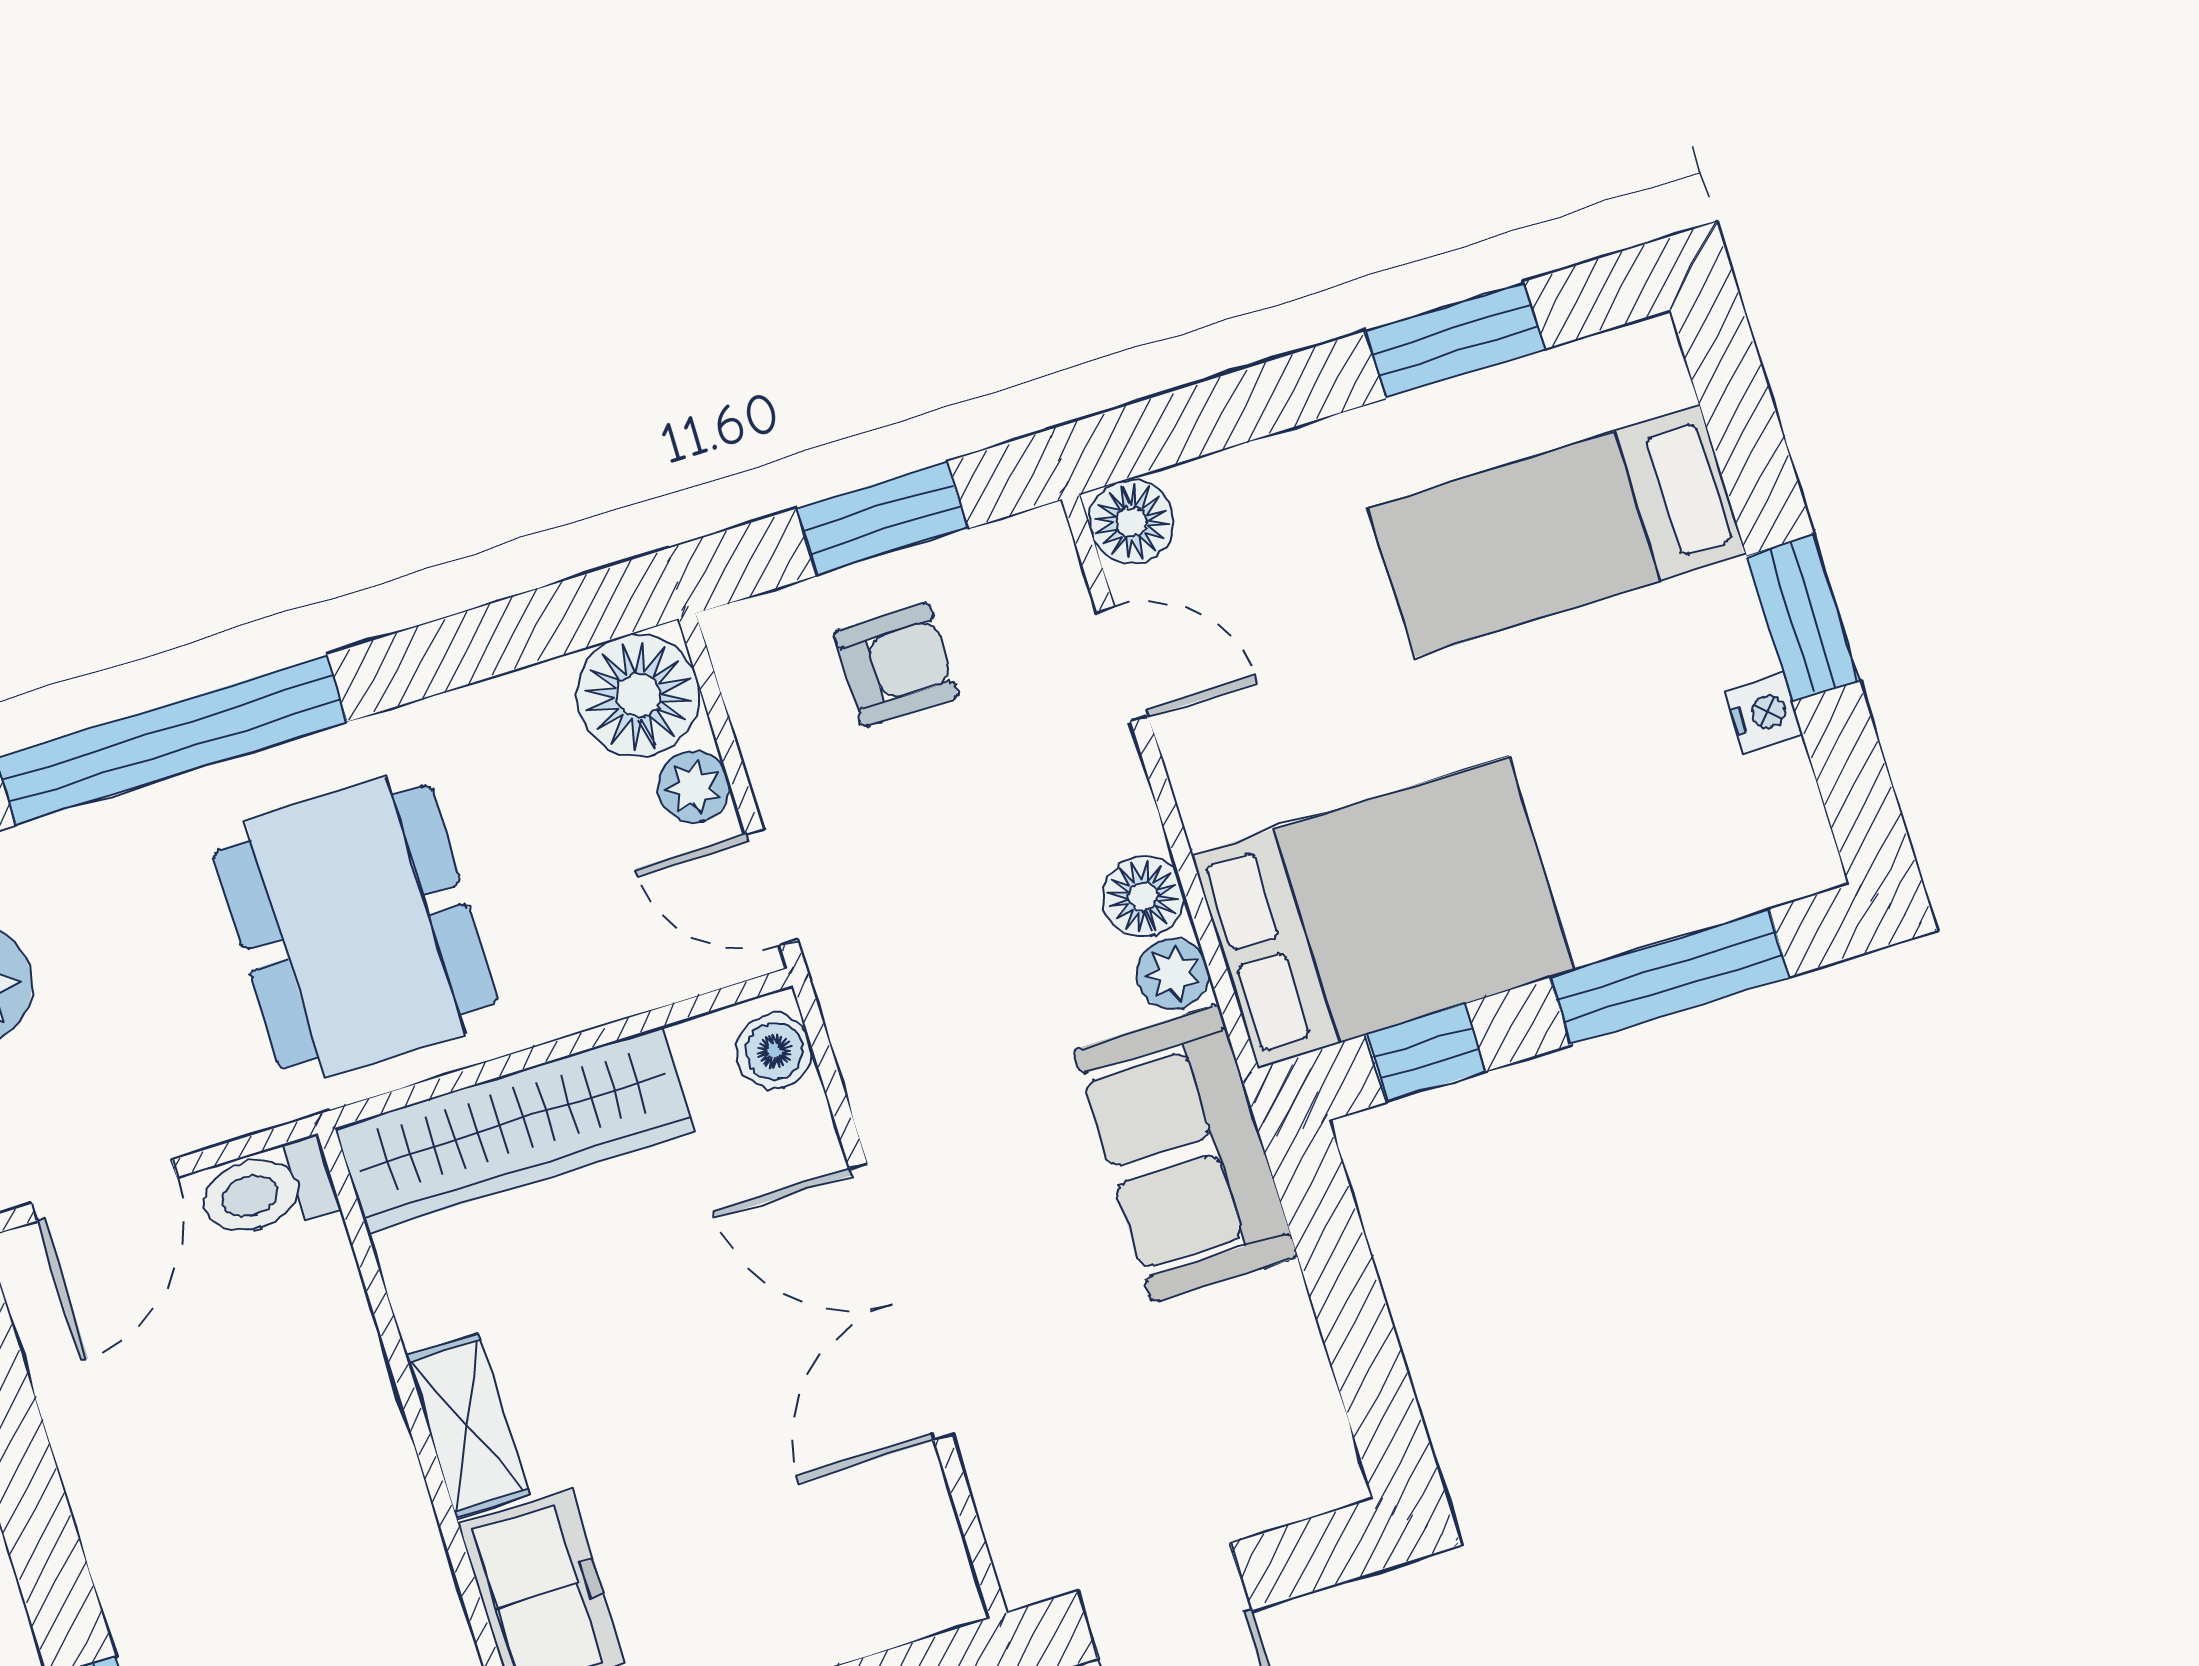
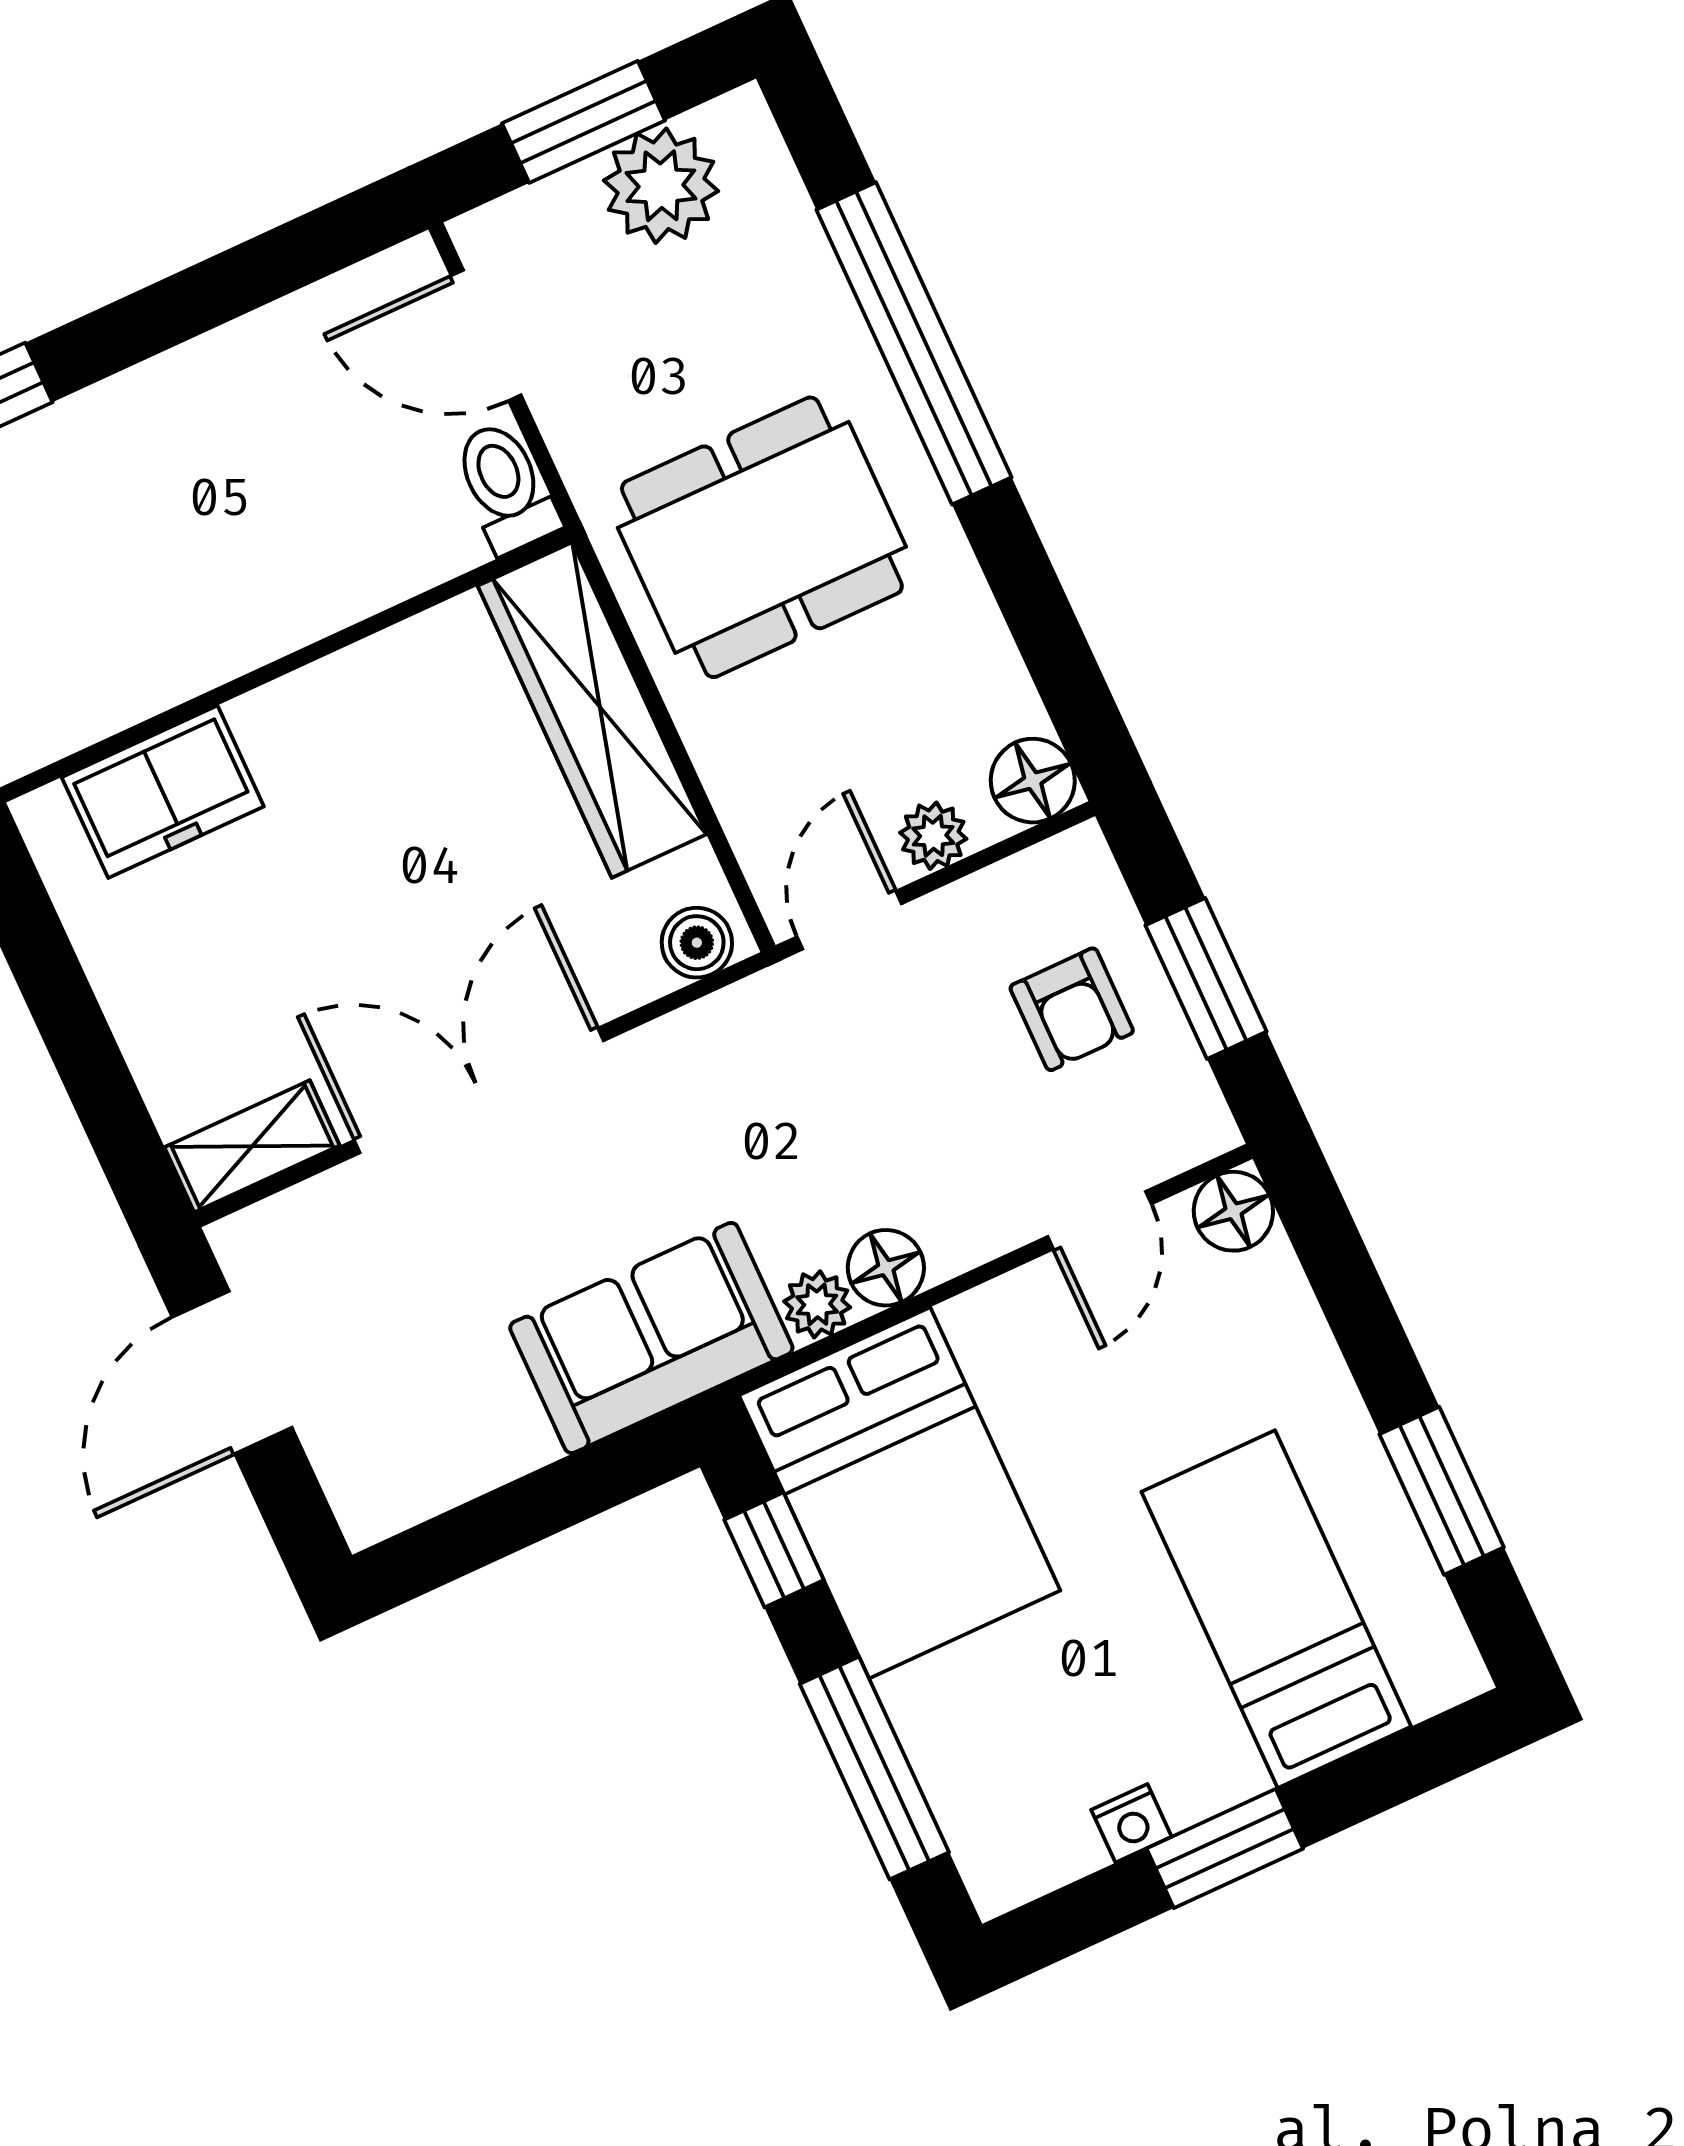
floor lamp: (638, 695) -> (1033, 781), width x0.73, depth x0.73
shelving: (467, 1426) -> (252, 1146), moved

